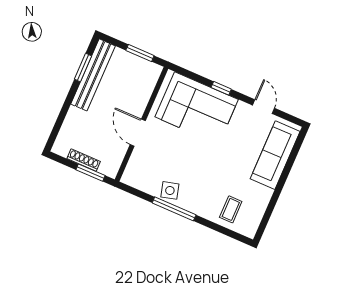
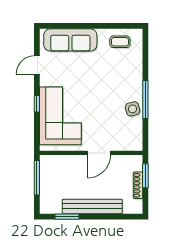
window: (140, 53) -> (37, 178), width x1.44
bench: (93, 75) -> (92, 206), moved
coffee table: (231, 209) -> (120, 42), moved

